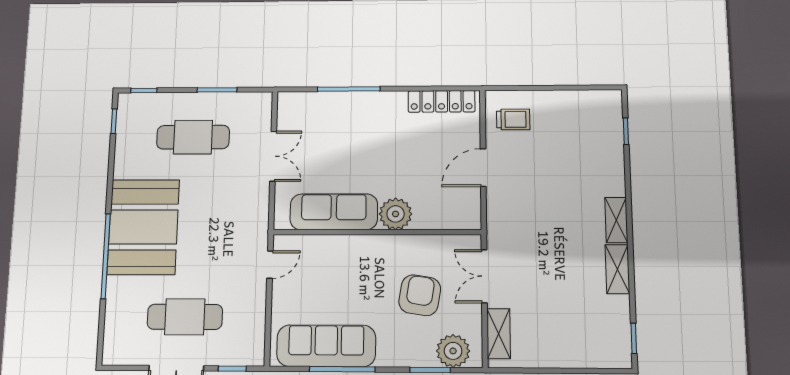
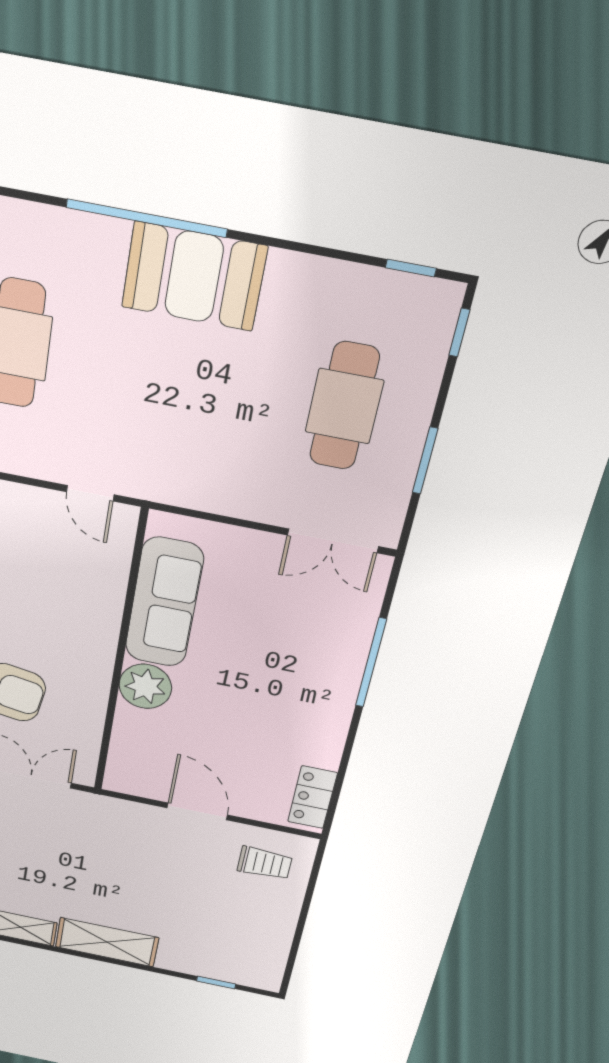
locker: (442, 101) -> (312, 797), width x0.66
trolley: (513, 119) -> (265, 863), turned -90
double door: (273, 156) -> (333, 541), moved
shelving: (616, 220) -> (107, 942), width x1.50, depth x1.33
booth: (143, 227) -> (194, 277), width x0.73, depth x0.70

